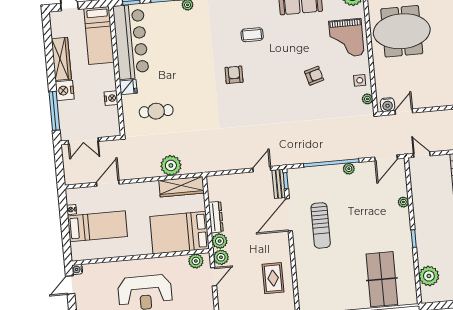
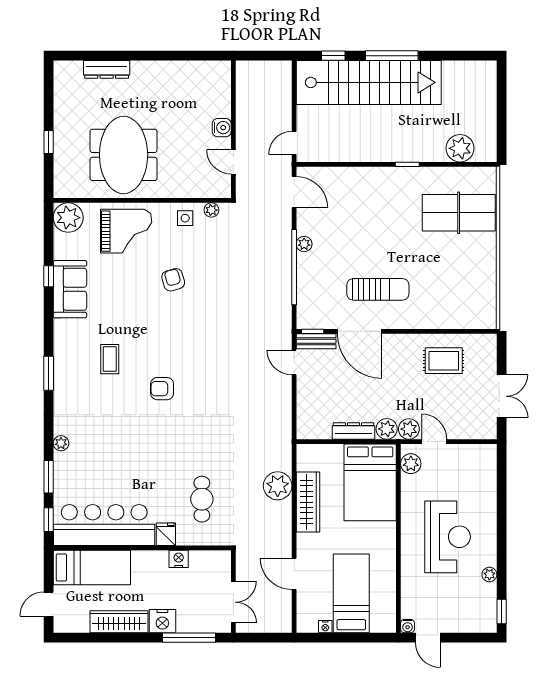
water cooler: (387, 105) -> (222, 128), moved
wardrobe: (182, 187) -> (308, 502), moved
plant: (403, 202) -> (356, 174), removed

